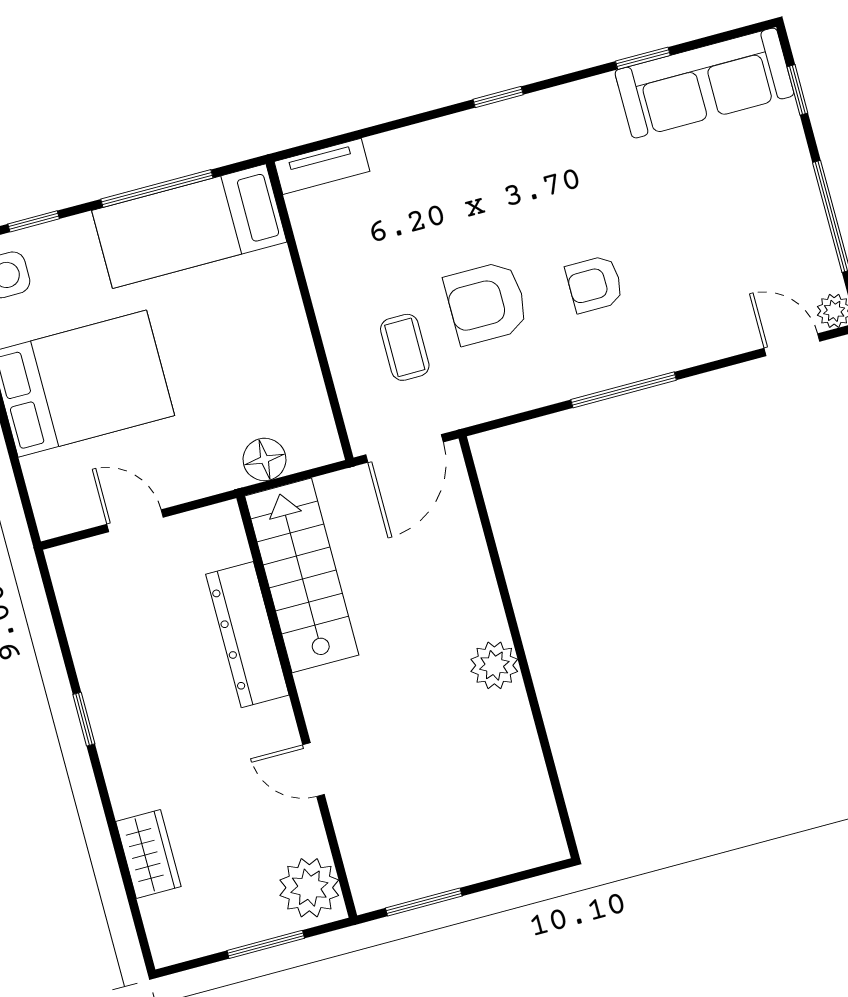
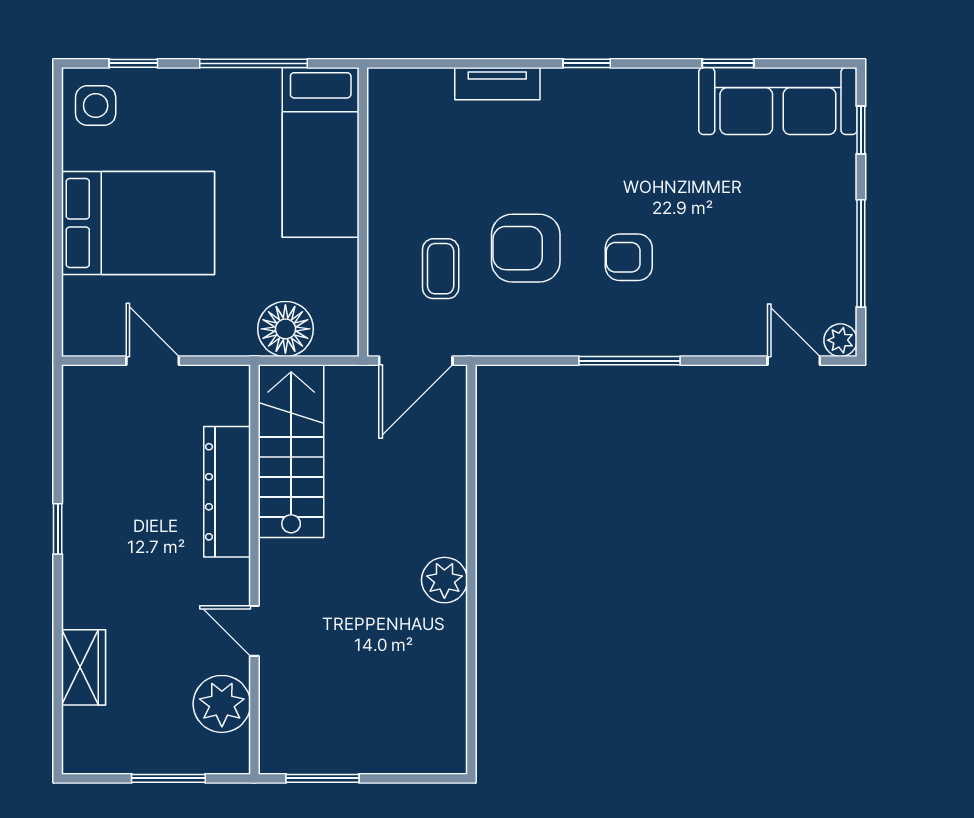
tv unit: (322, 166) -> (497, 84), moved
bed: (189, 226) -> (321, 152), moved, turned -90
floor lamp: (264, 459) -> (285, 329), width x1.38, depth x1.38
plant: (309, 888) -> (222, 704), moved

